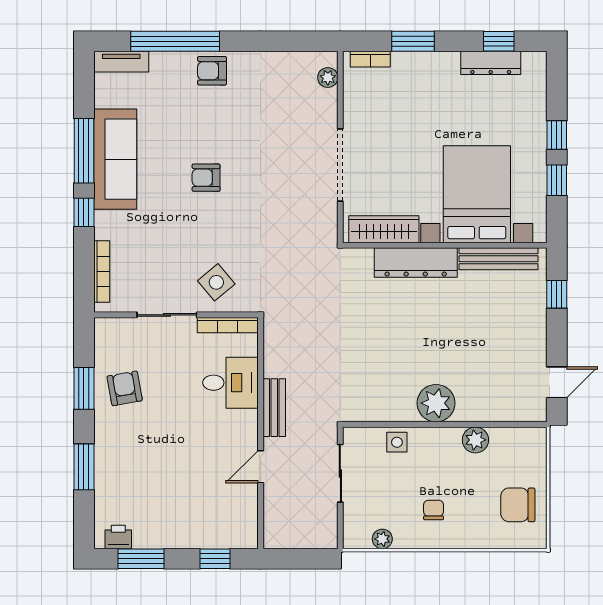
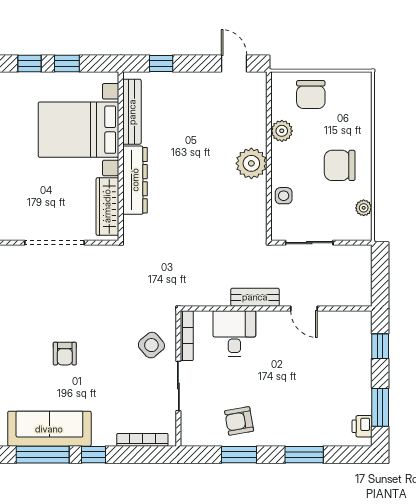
chair: (518, 505) -> (311, 95), moved
chair: (434, 510) -> (340, 165), width x1.87, depth x1.87

